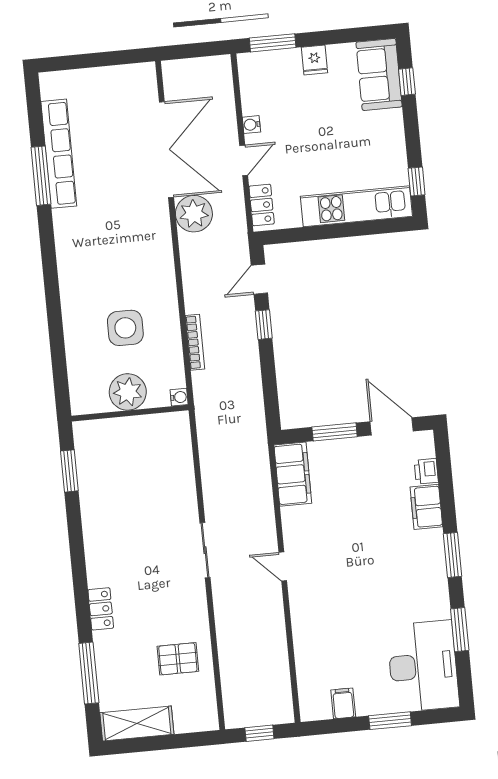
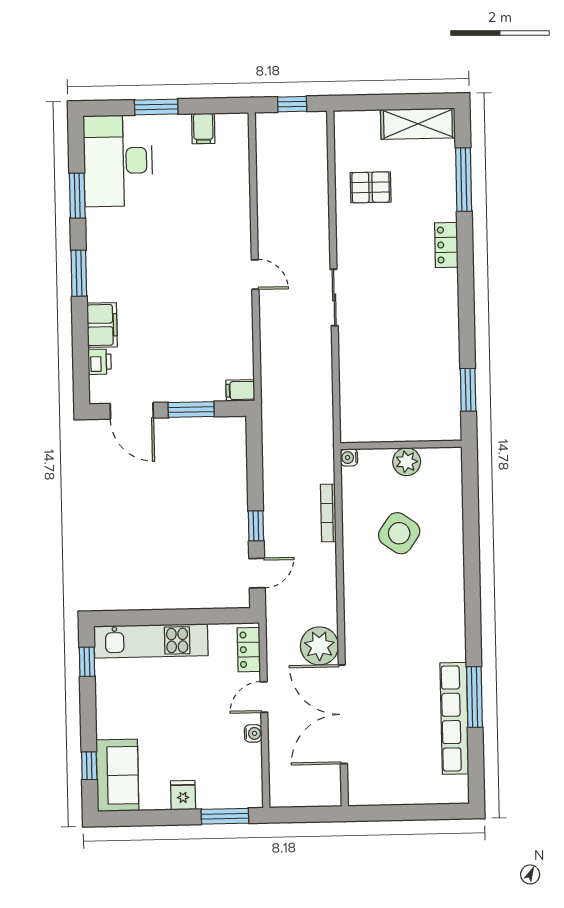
side table: (125, 328) -> (399, 533), turned 35
plant: (128, 392) -> (407, 462), width x0.73, depth x0.73
filing cabinet: (293, 474) -> (240, 390), width x0.33, depth x0.86

